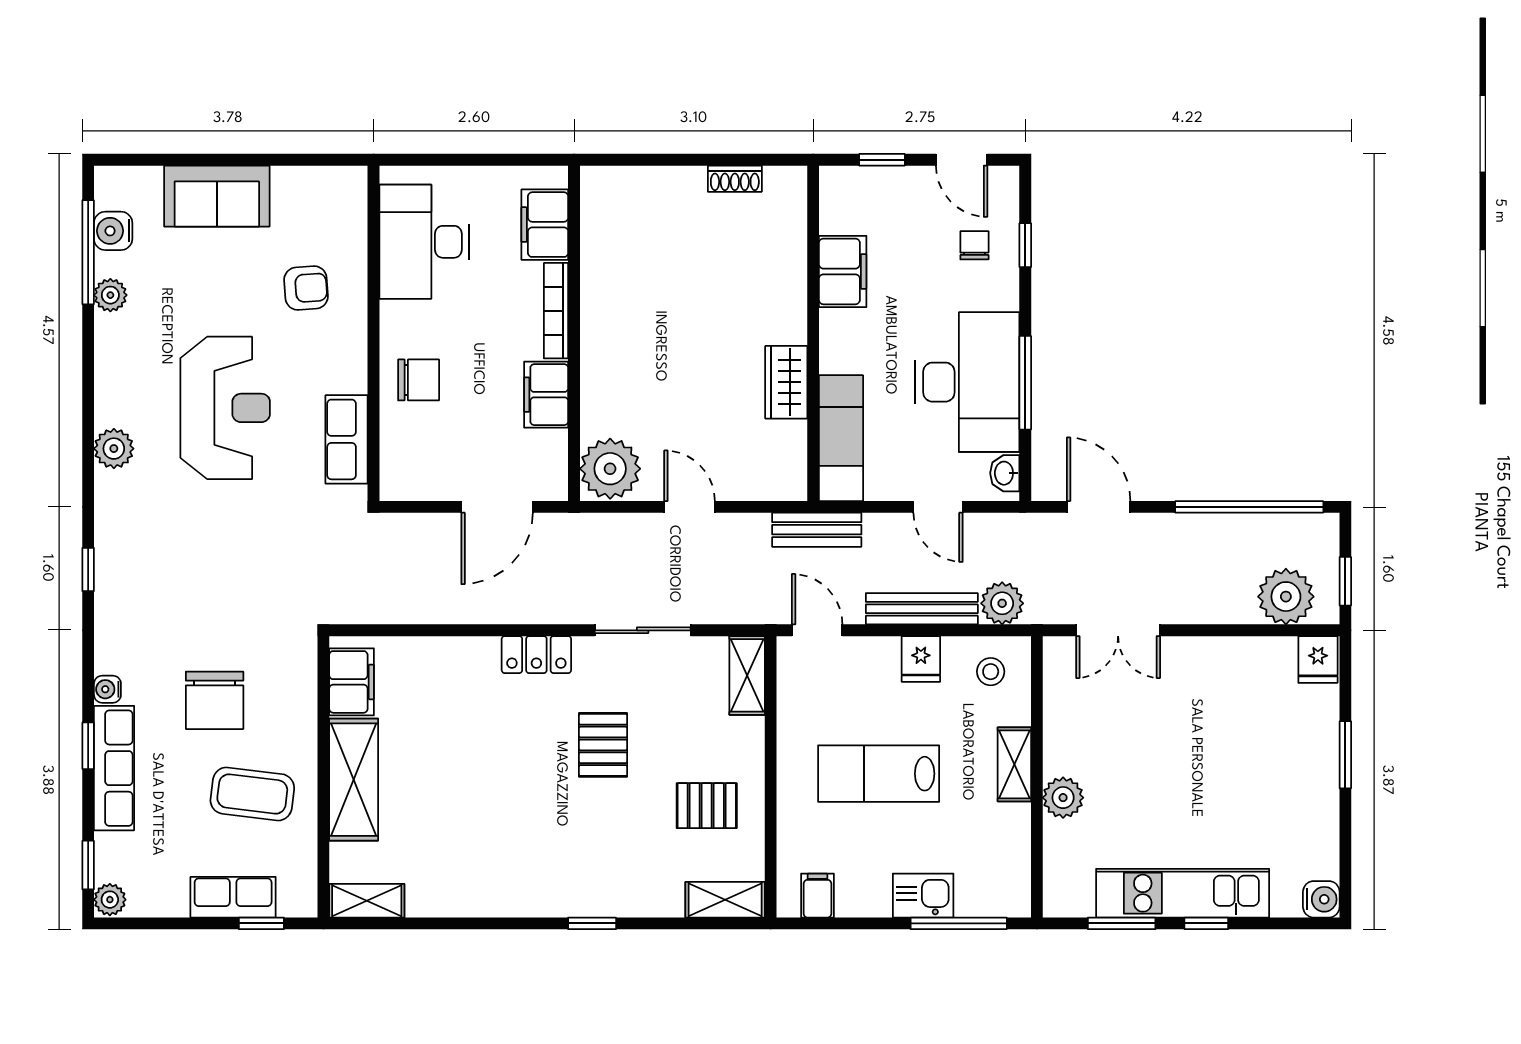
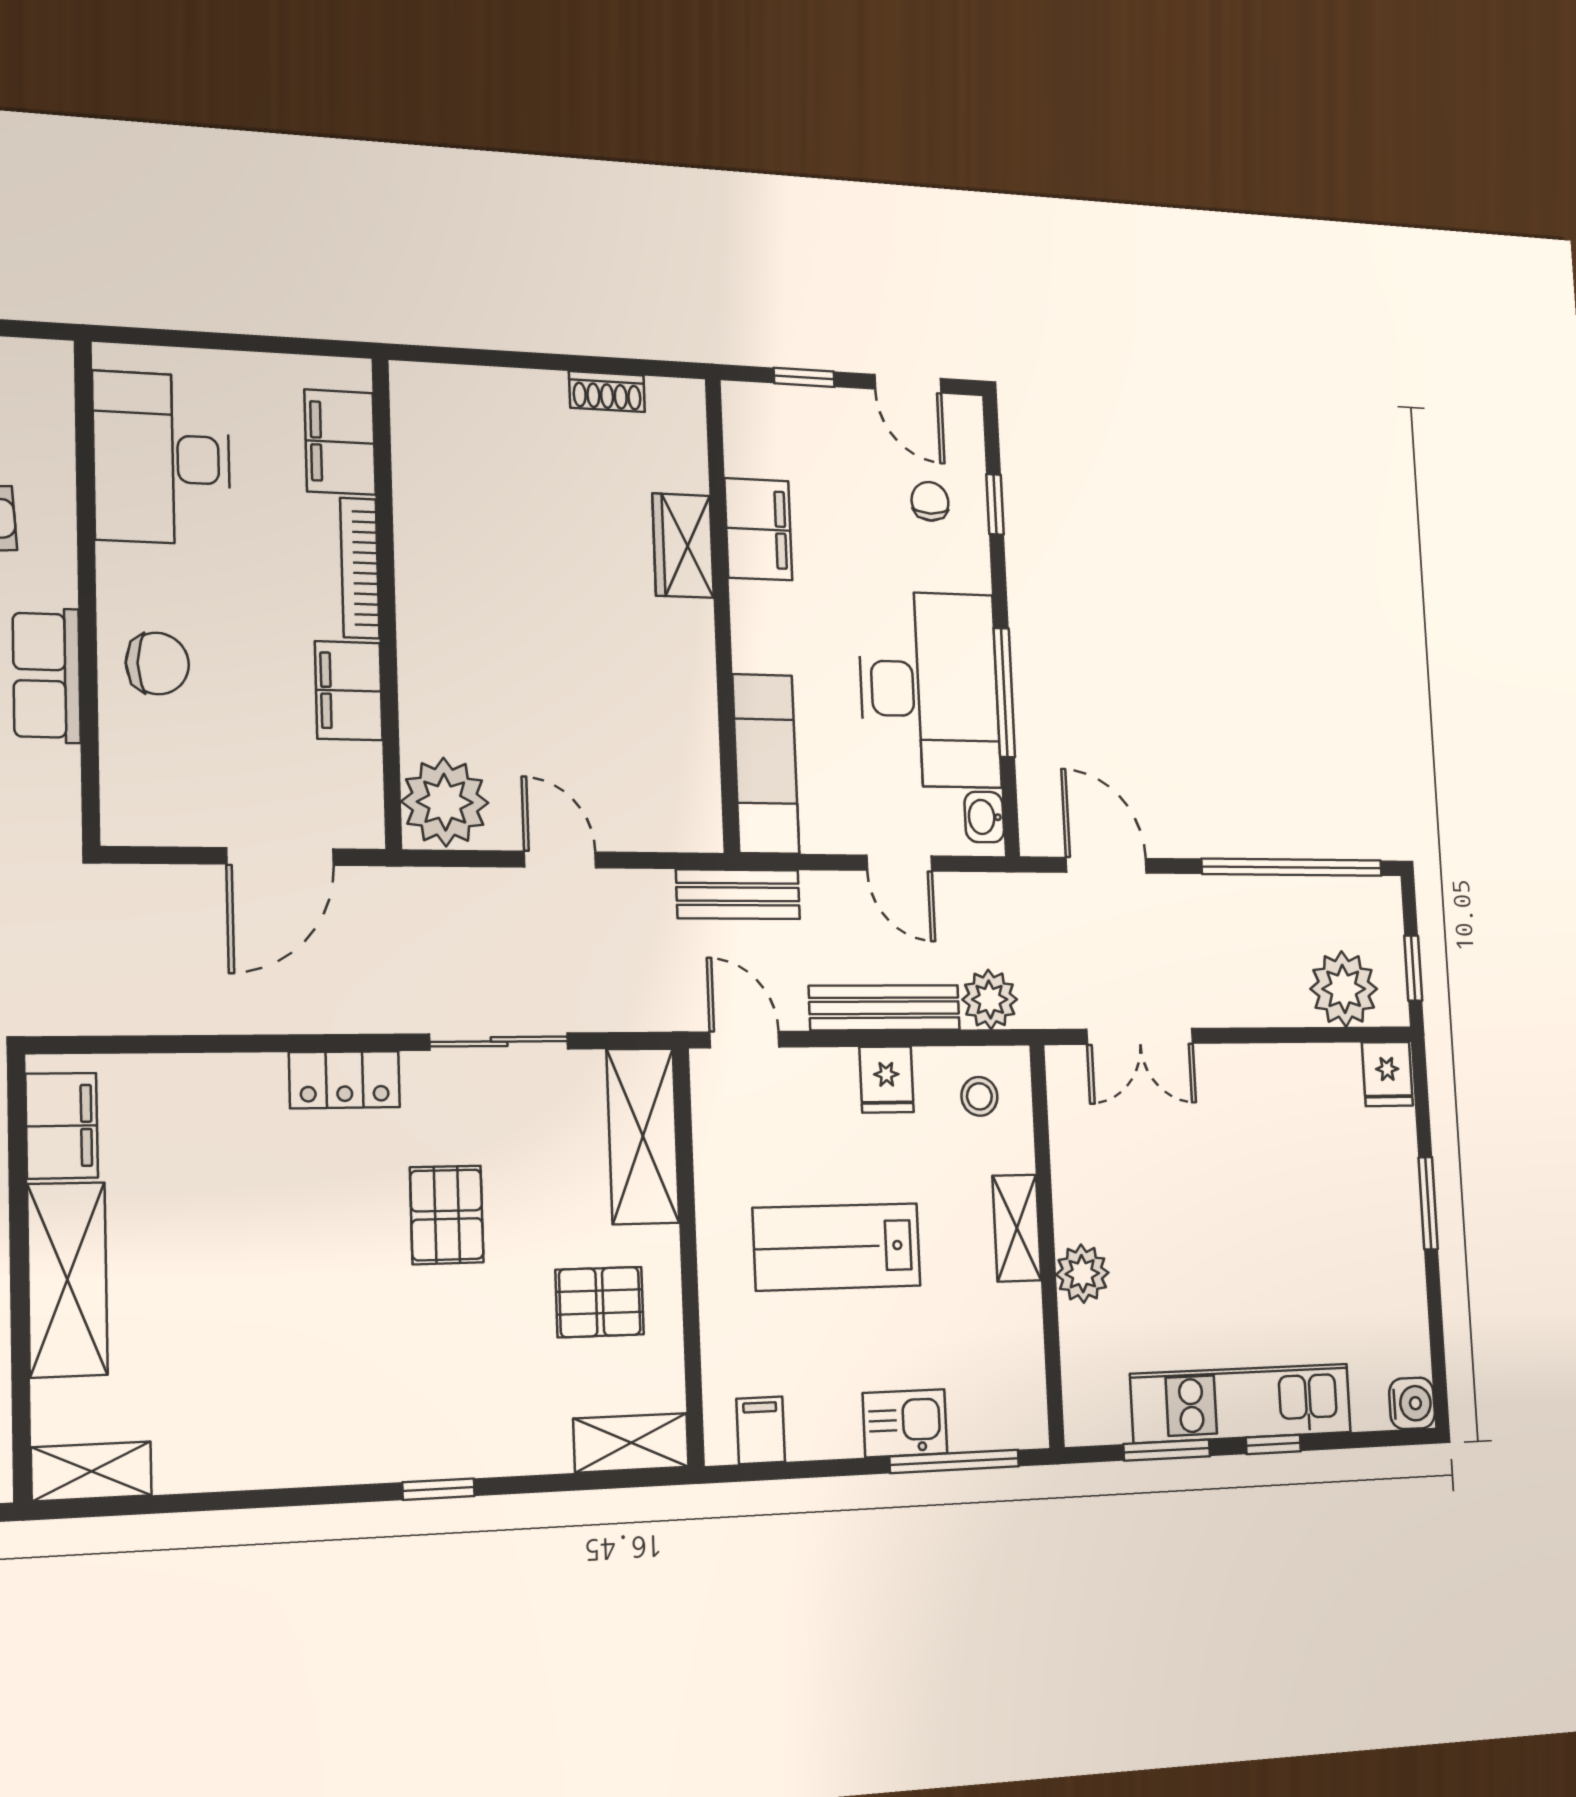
wardrobe: (786, 382) -> (683, 546), moved
row of seats: (347, 439) -> (47, 675), moved
shelving: (747, 675) -> (643, 1136), width x1.50, depth x1.33

